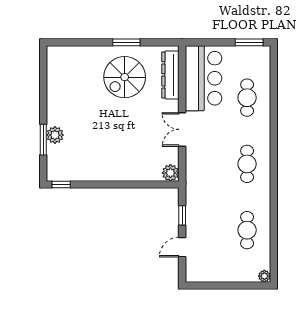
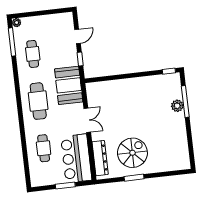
window: (249, 42) -> (65, 186), moved
window: (43, 140) -> (185, 102), width x1.44
cafe table: (247, 164) -> (38, 101), width x1.37, depth x1.35
plant: (170, 173) -> (92, 88), removed
booth: (202, 181) -> (69, 85), added
window: (274, 250) -> (12, 42), added

